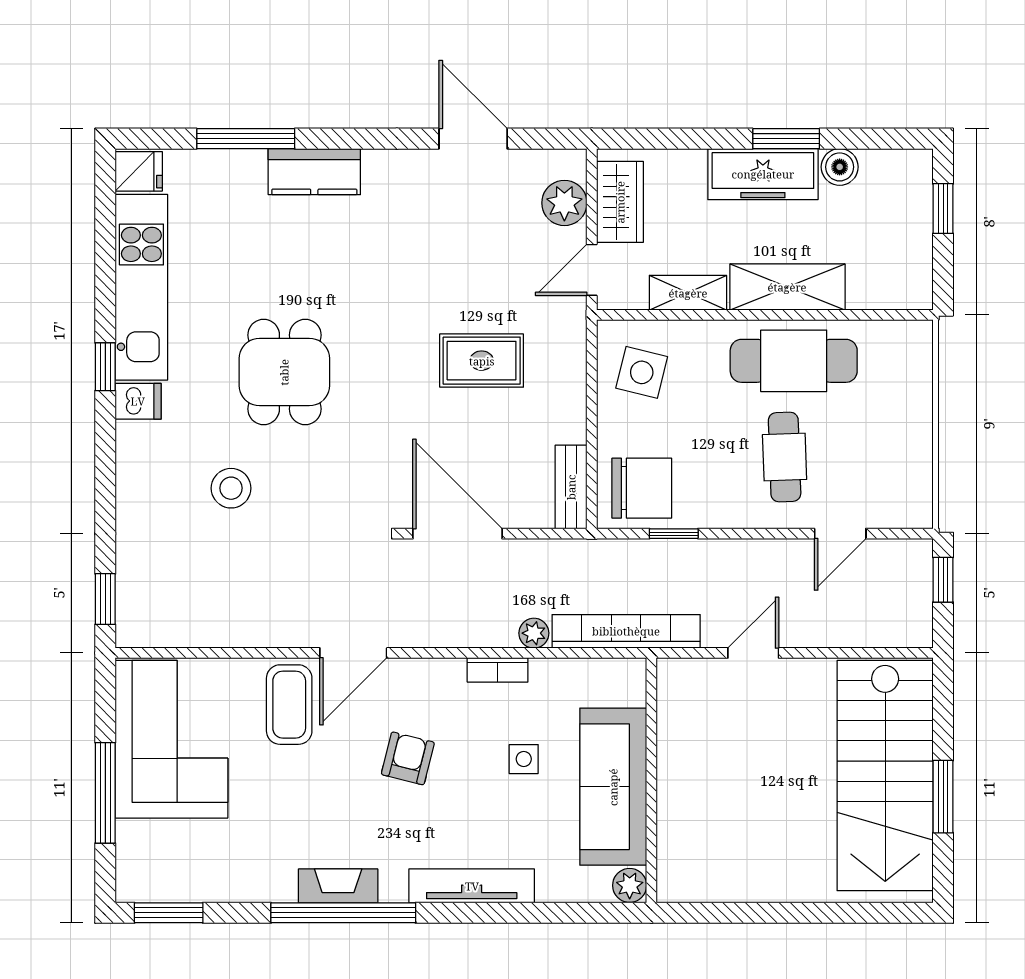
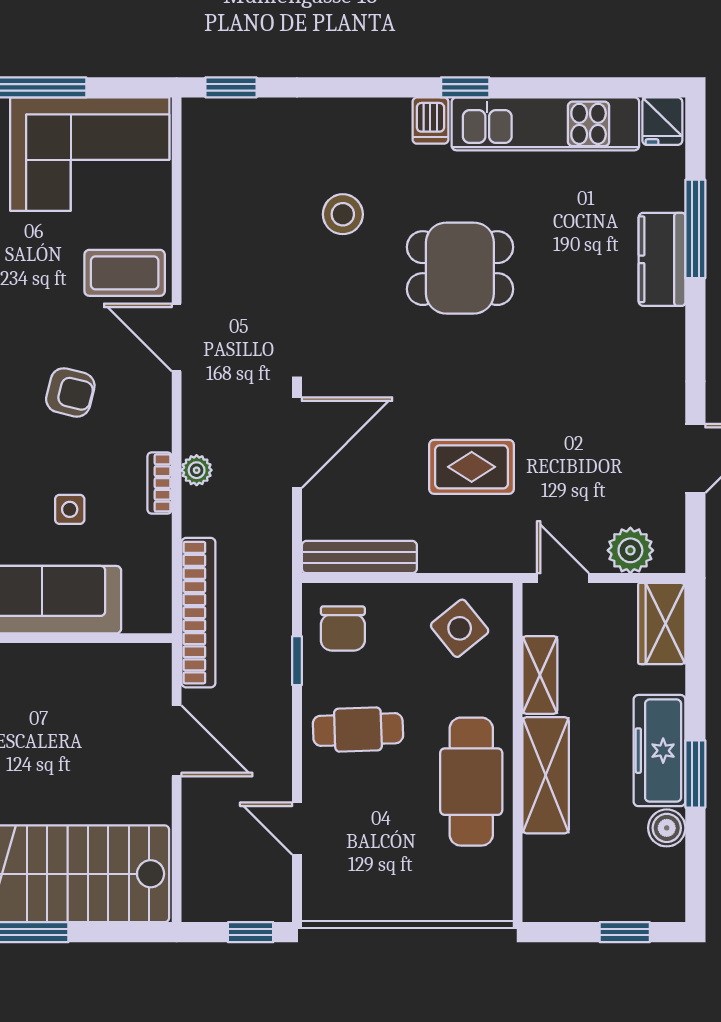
kitchen counter: (314, 172) -> (662, 259), moved
wardrobe: (620, 202) -> (662, 624), moved, turned 90
rug: (482, 361) -> (472, 467), turned 90
side table: (642, 372) -> (460, 628), turned 37
cafe table: (785, 457) -> (358, 730), moved
bench: (571, 487) -> (359, 557), width x1.36
chair: (642, 488) -> (343, 628), width x0.73, depth x0.73
plant: (534, 633) -> (197, 470), moved
door: (753, 653) -> (177, 741), width x1.38

